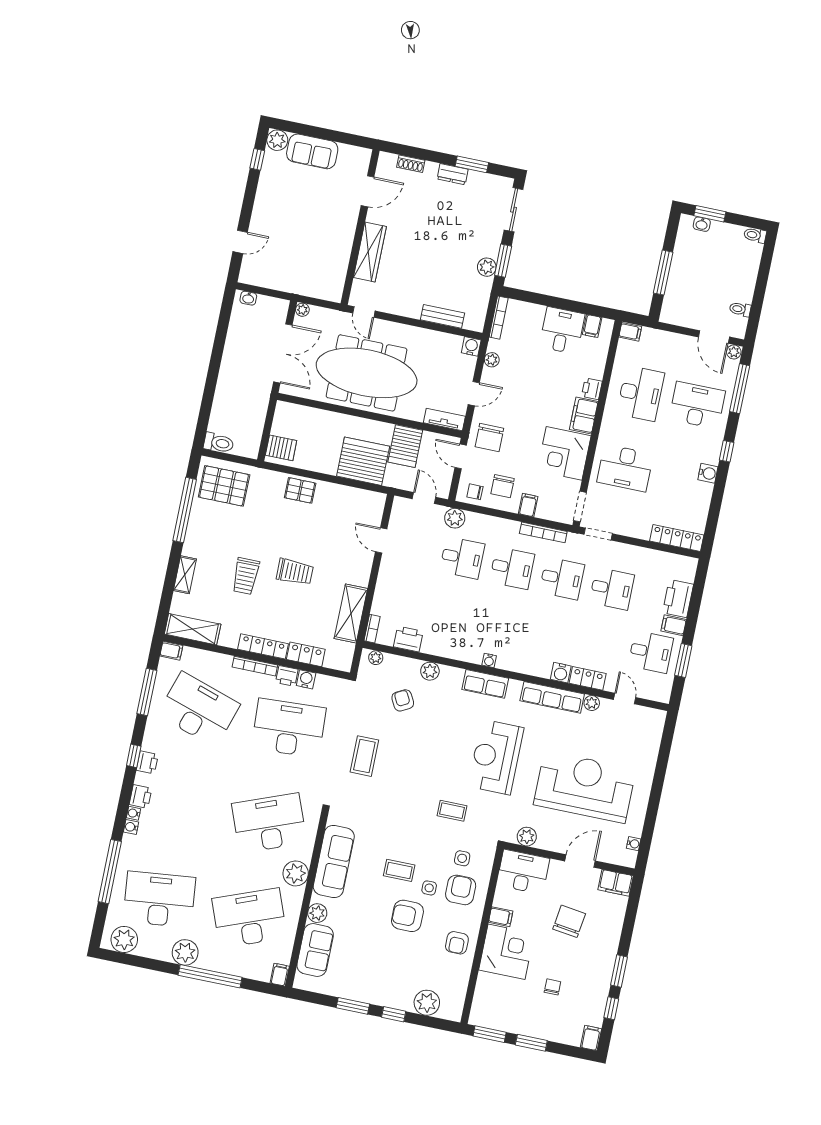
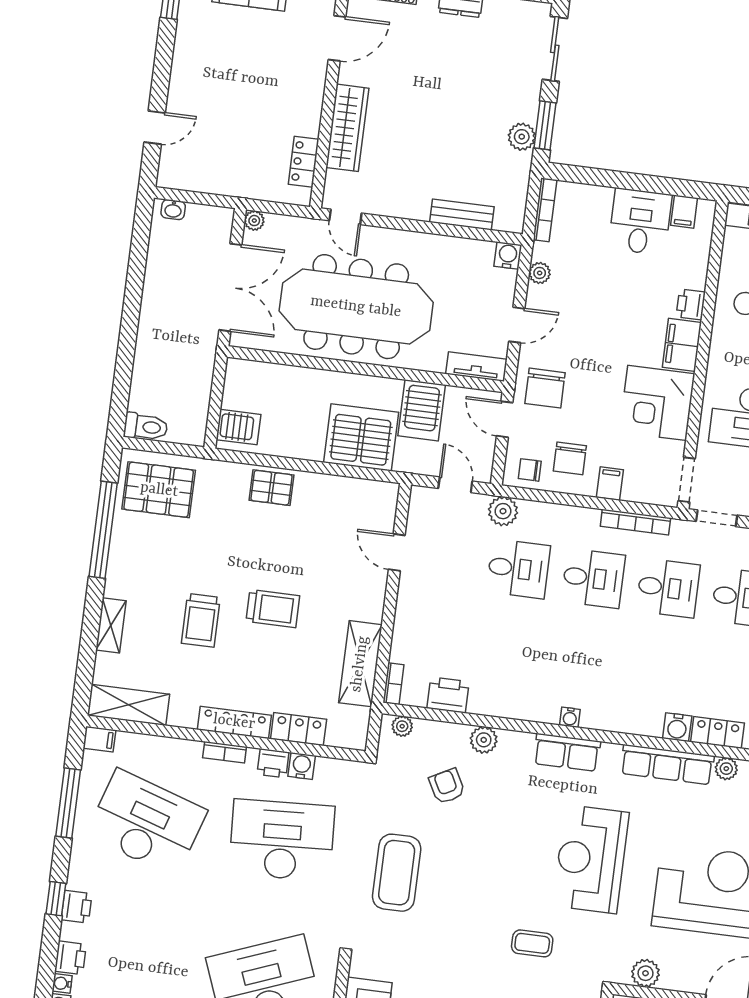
locker: (339, 273) -> (304, 162), added
bookcase: (255, 666) -> (225, 752), width x0.64
coffee table: (364, 756) -> (397, 873), width x1.36, depth x1.32

